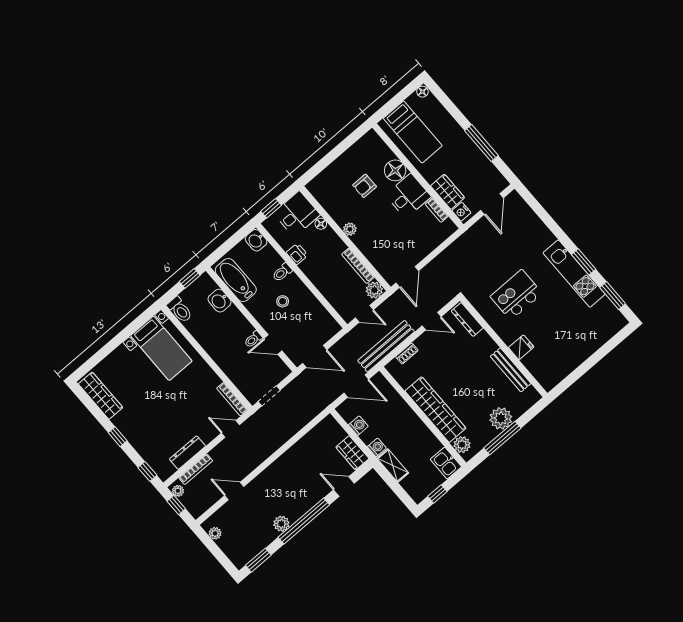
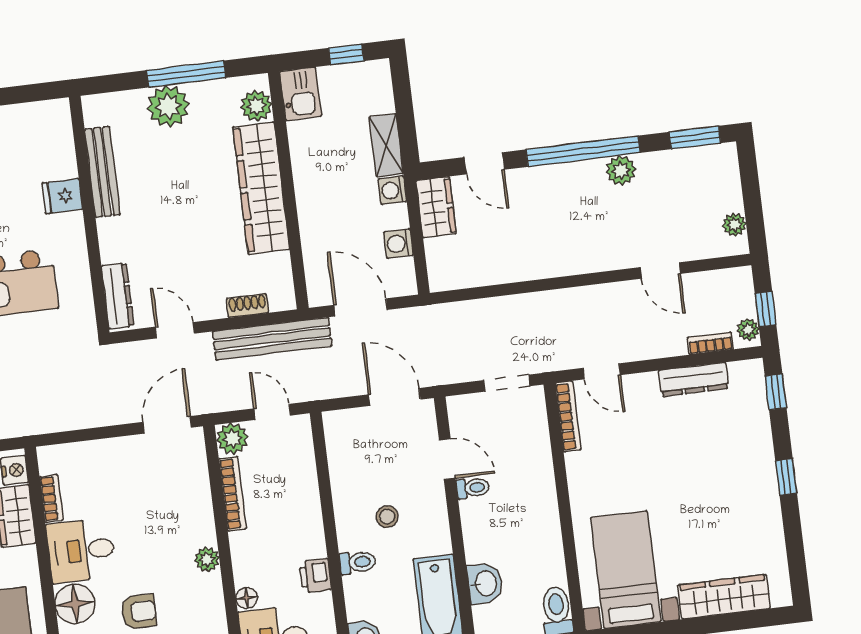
wardrobe: (101, 396) -> (724, 597), moved, turned 90
bookcase: (196, 469) -> (710, 343), width x0.64

